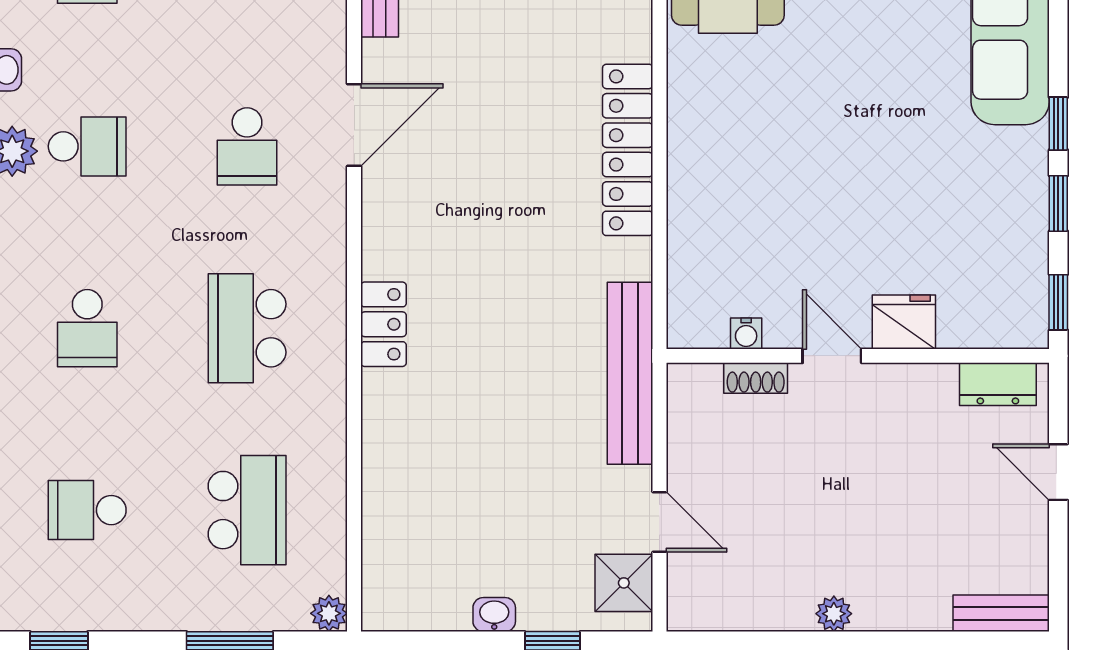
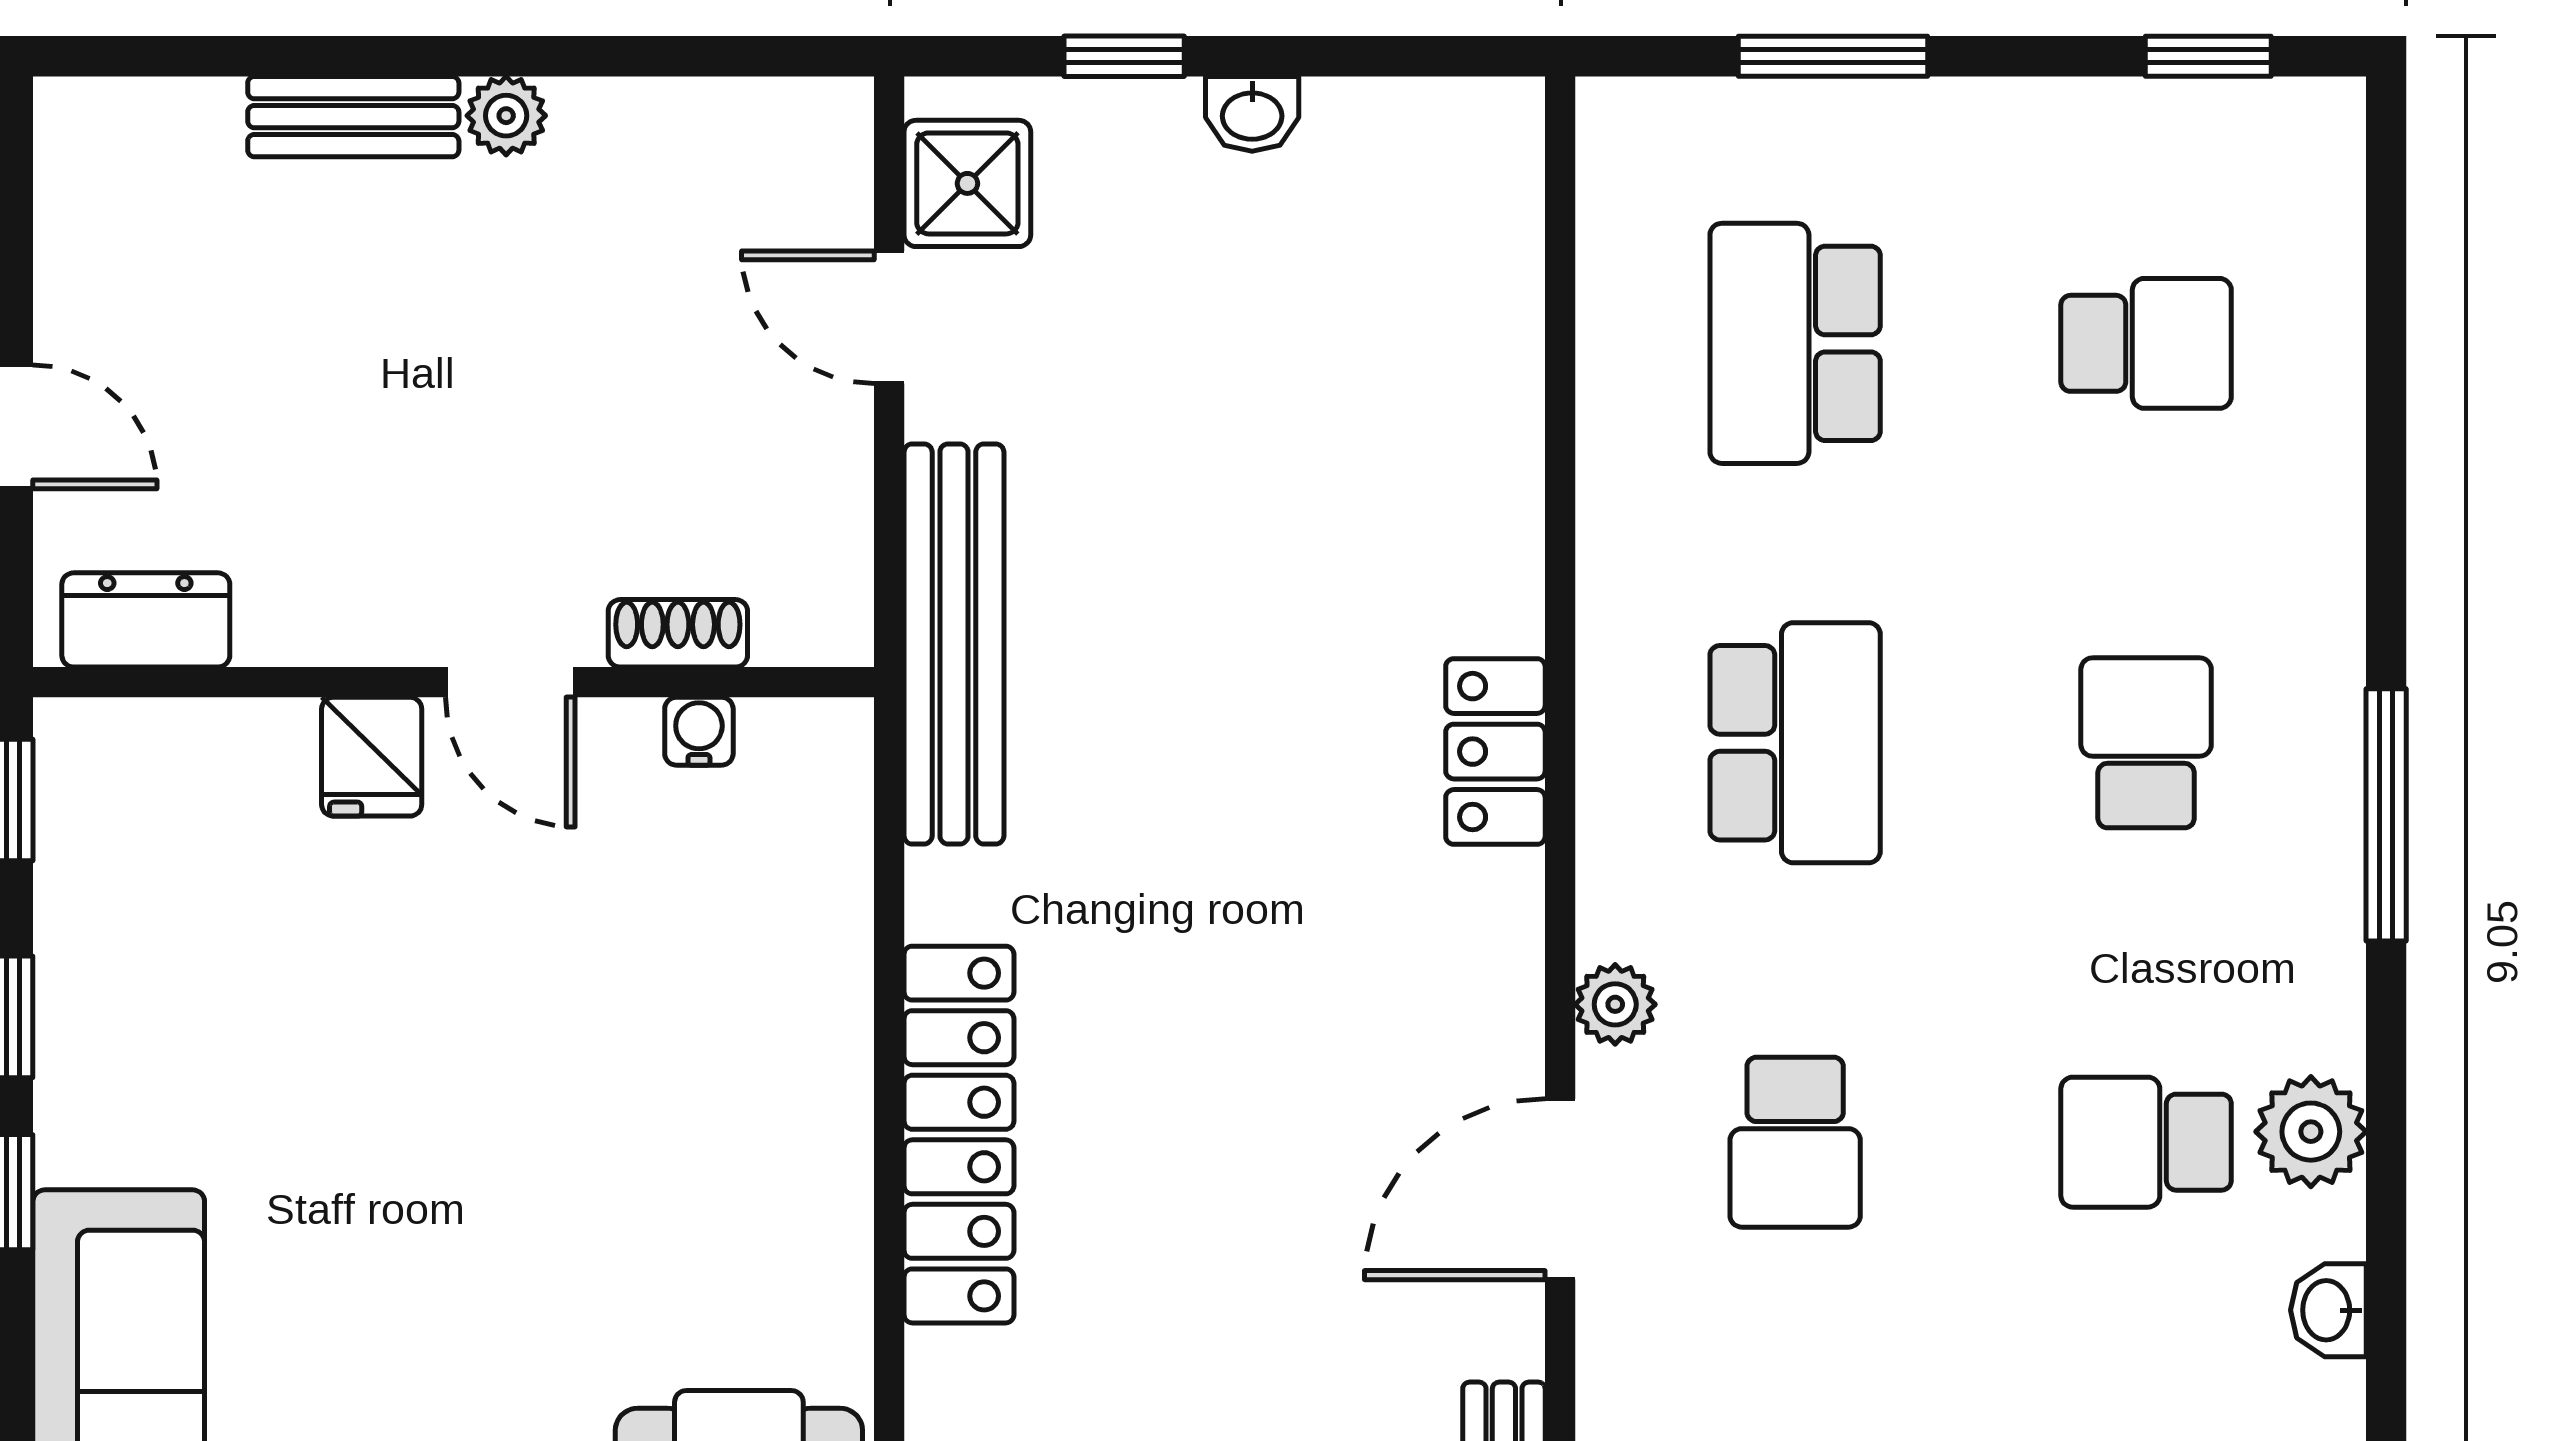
school desk: (247, 146) -> (1795, 1142), turned 180
fridge: (904, 322) -> (372, 757), width x0.72
plant: (329, 613) -> (1615, 1004), moved
bench: (1001, 613) -> (353, 117), moved

